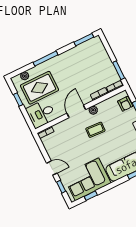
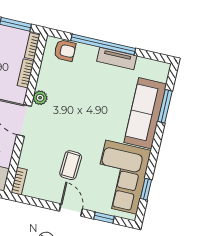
coffee table: (95, 130) -> (71, 165), moved
door: (52, 168) -> (71, 210), hinge flipped

